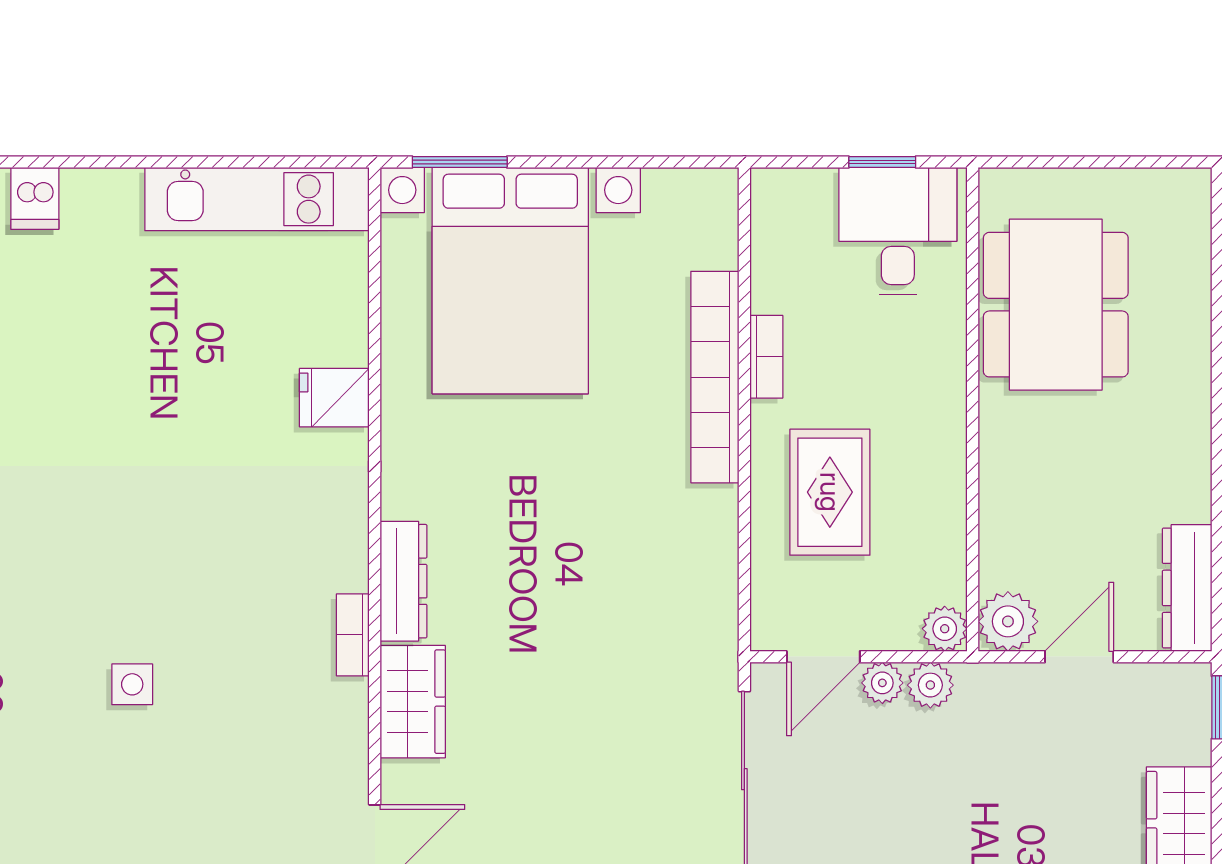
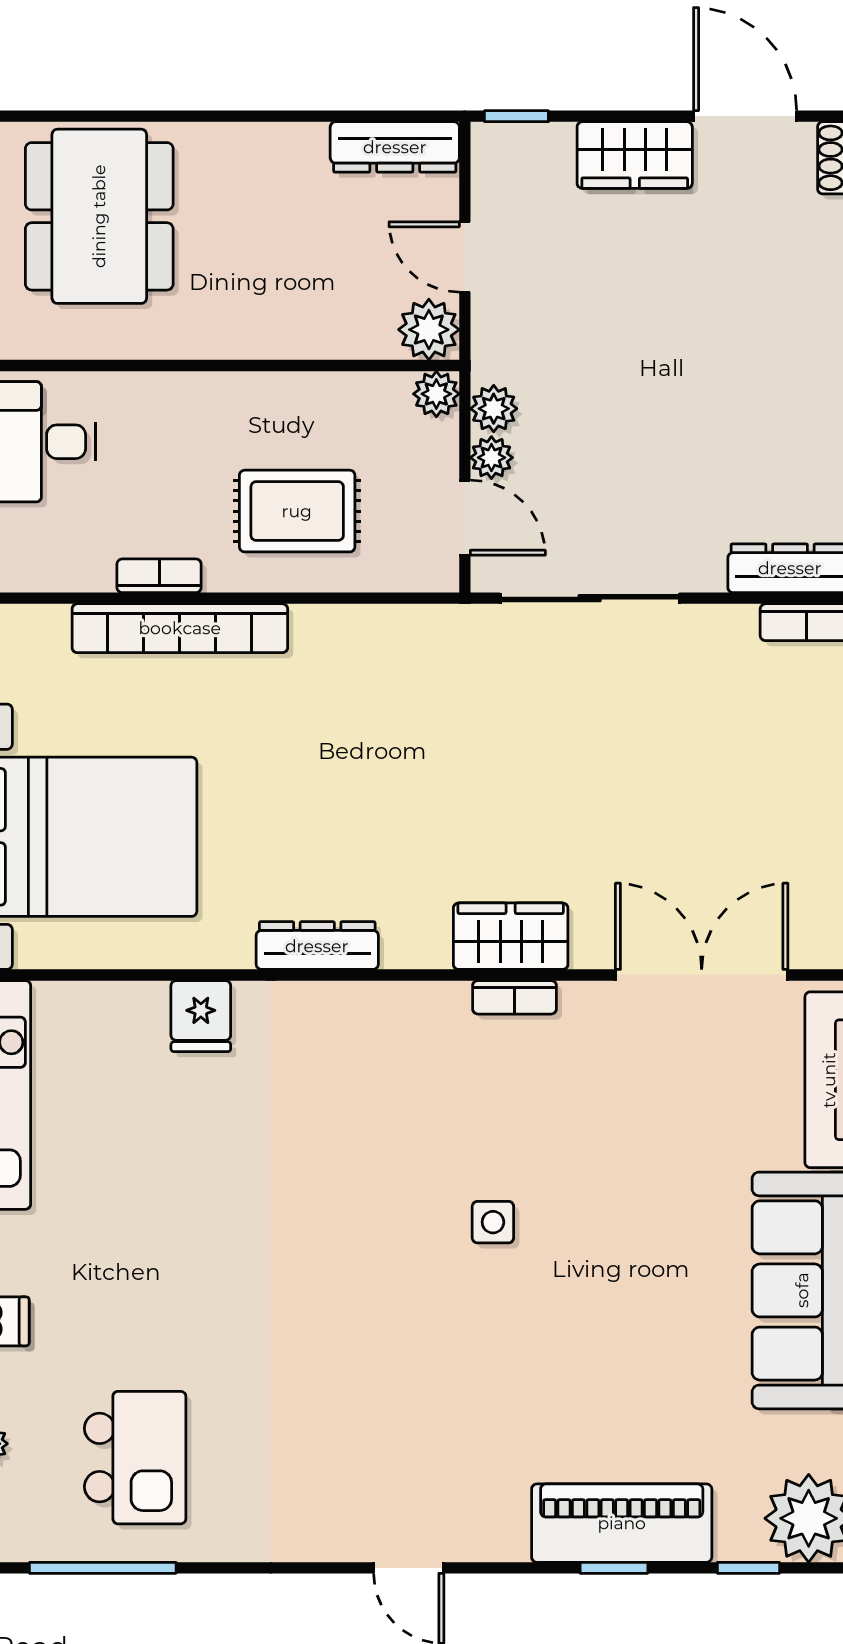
dining table: (1056, 305) -> (99, 216), moved, turned 90
dresser: (404, 581) -> (317, 946), moved
bookcase: (353, 635) -> (515, 997), moved

